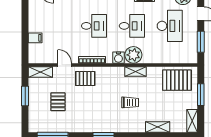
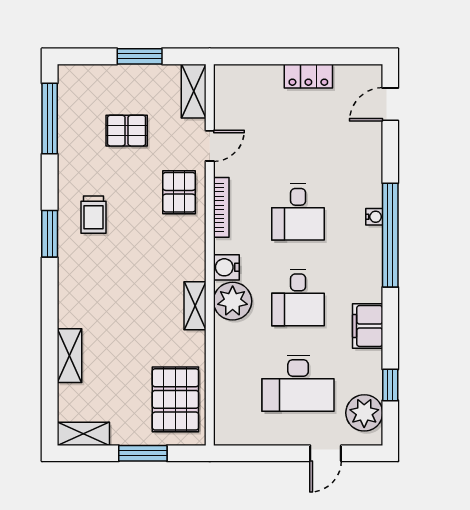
locker: (34, 21) -> (308, 76), added
filing cabinet: (35, 38) -> (271, 79), removed
window: (201, 42) -> (262, 453), removed
trolley: (130, 102) -> (94, 215), moved

